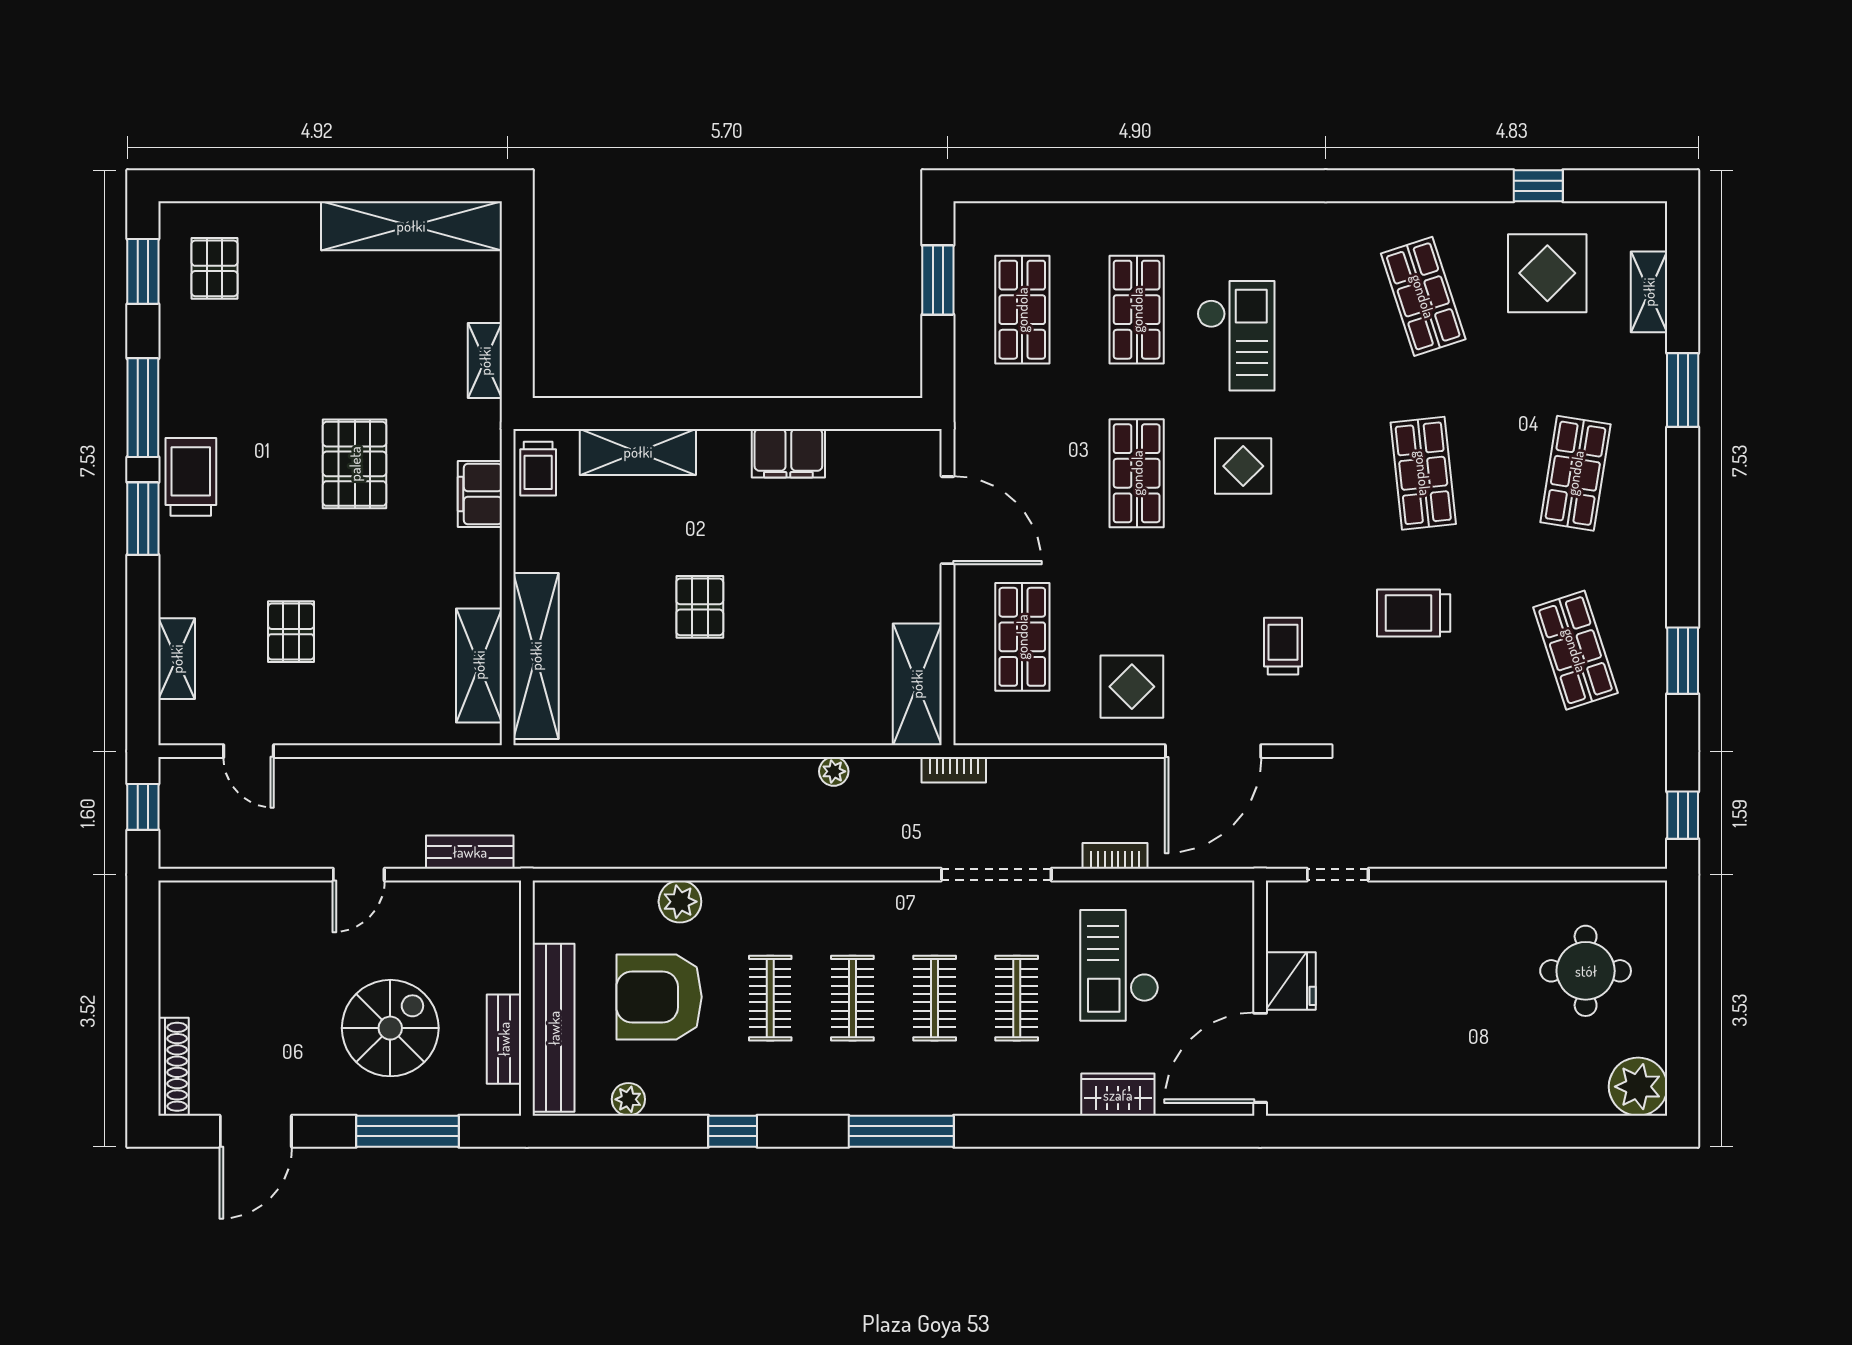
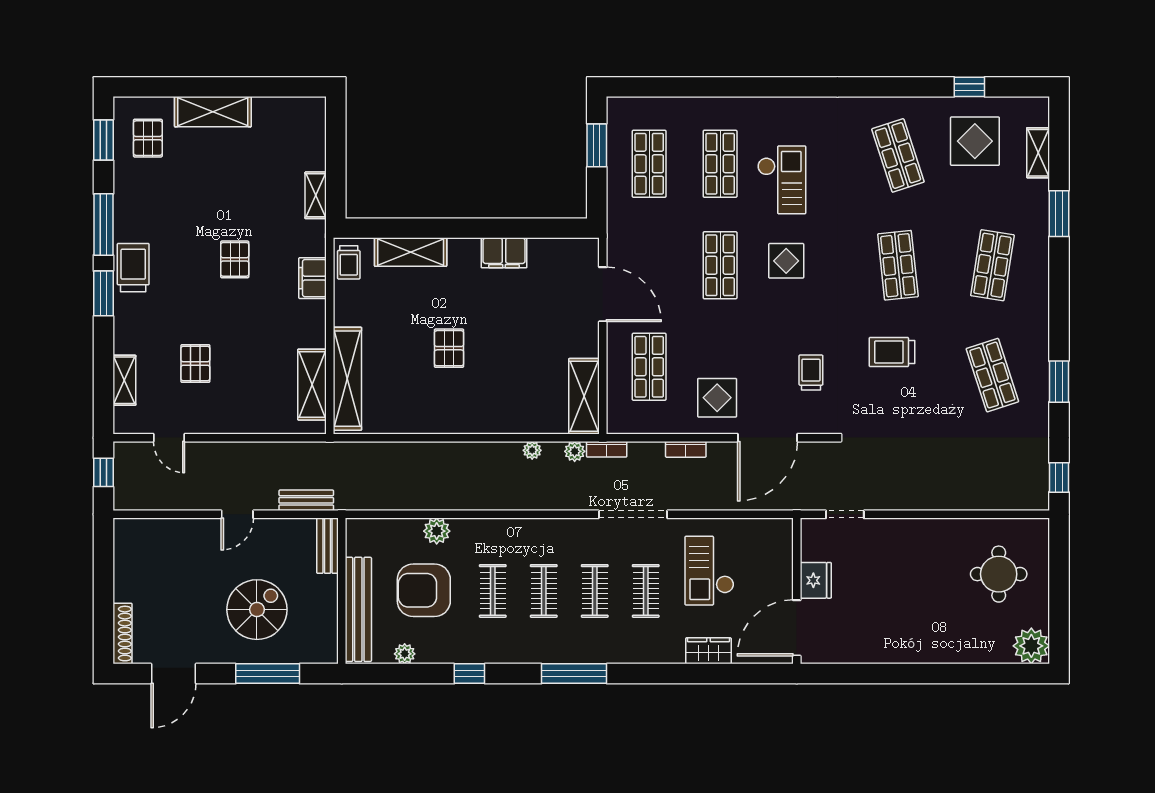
shelving: (411, 226) -> (213, 112), moved, width x0.68
pallet: (355, 464) -> (235, 259), width x0.67, depth x0.71
plant: (902, 773) -> (575, 451), added
bookcase: (1115, 856) -> (686, 449), moved, turned 180
bench: (504, 1039) -> (328, 546), moved

